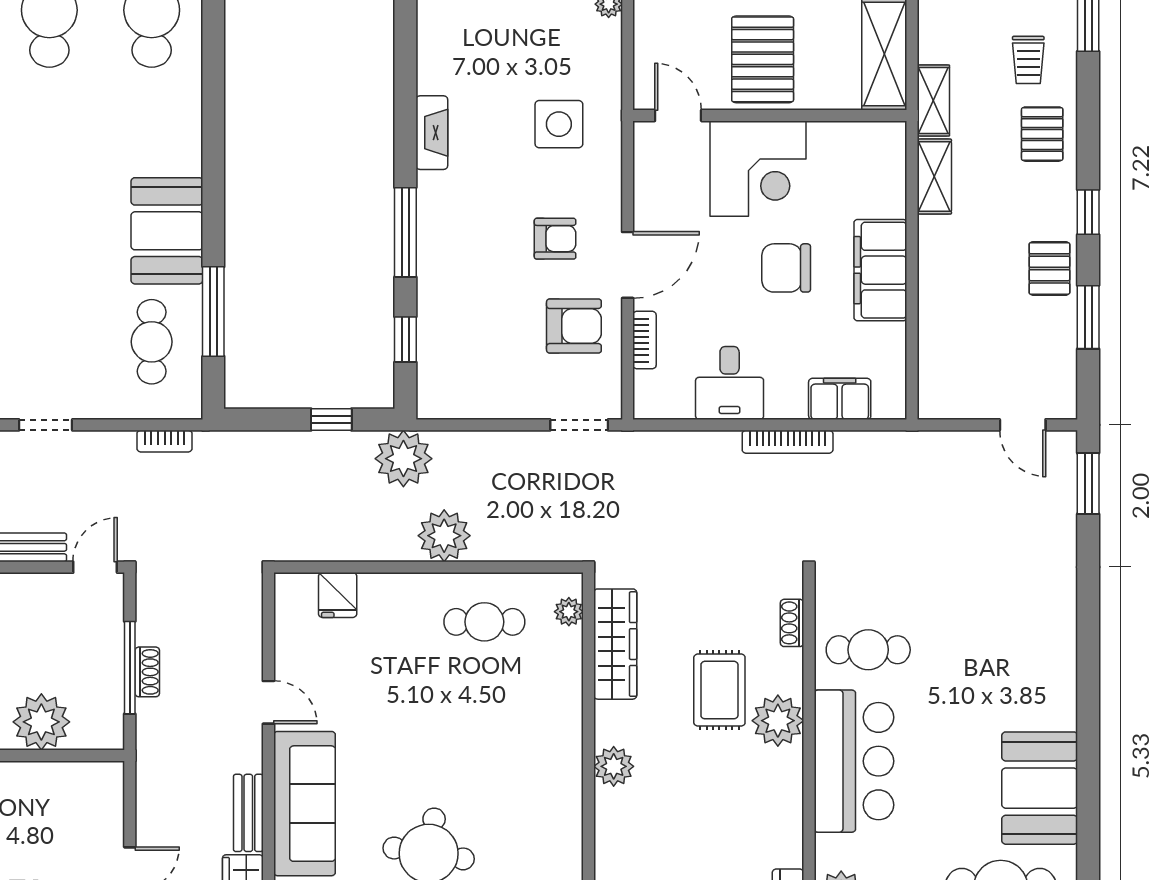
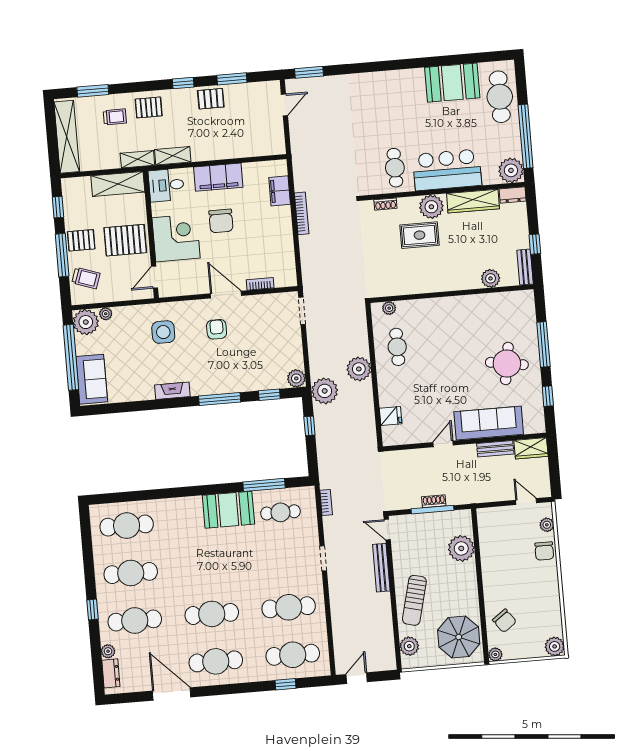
armchair: (574, 326) -> (256, 317), removed
desk: (730, 383) -> (166, 185), moved, turned 180
plant: (435, 400) -> (296, 378), added
wardrobe: (615, 644) -> (473, 201), moved, turned 180
plant: (614, 766) -> (491, 278), moved

